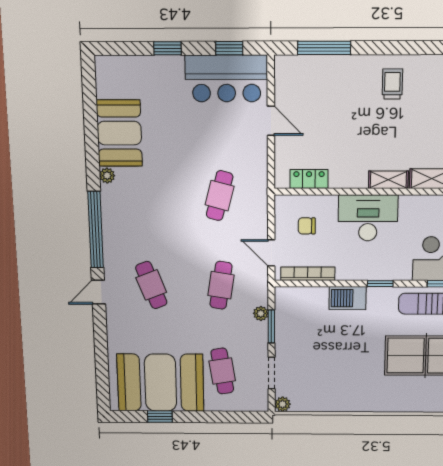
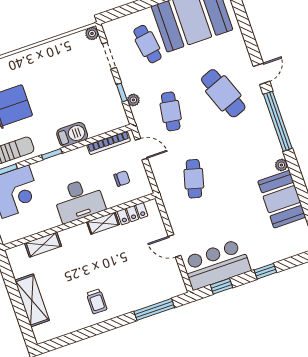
shelving: (388, 180) -> (103, 223), moved
cafe table: (151, 285) -> (223, 93), width x1.37, depth x1.35
window: (271, 327) -> (122, 93), width x0.67

